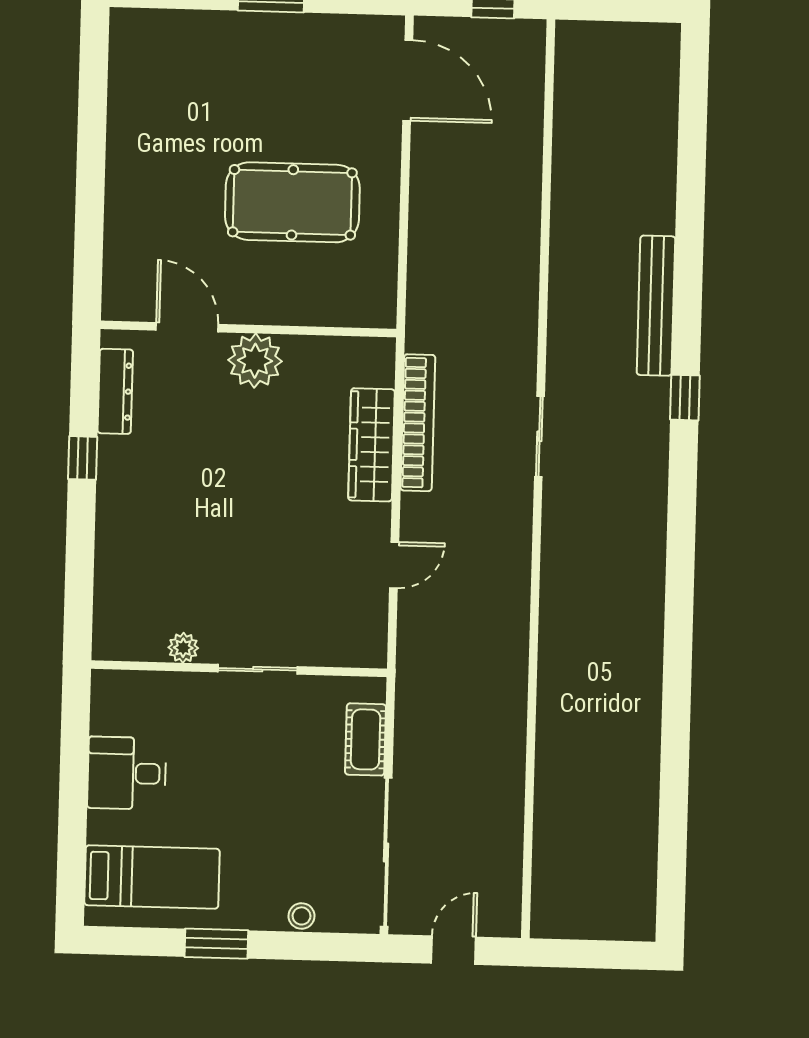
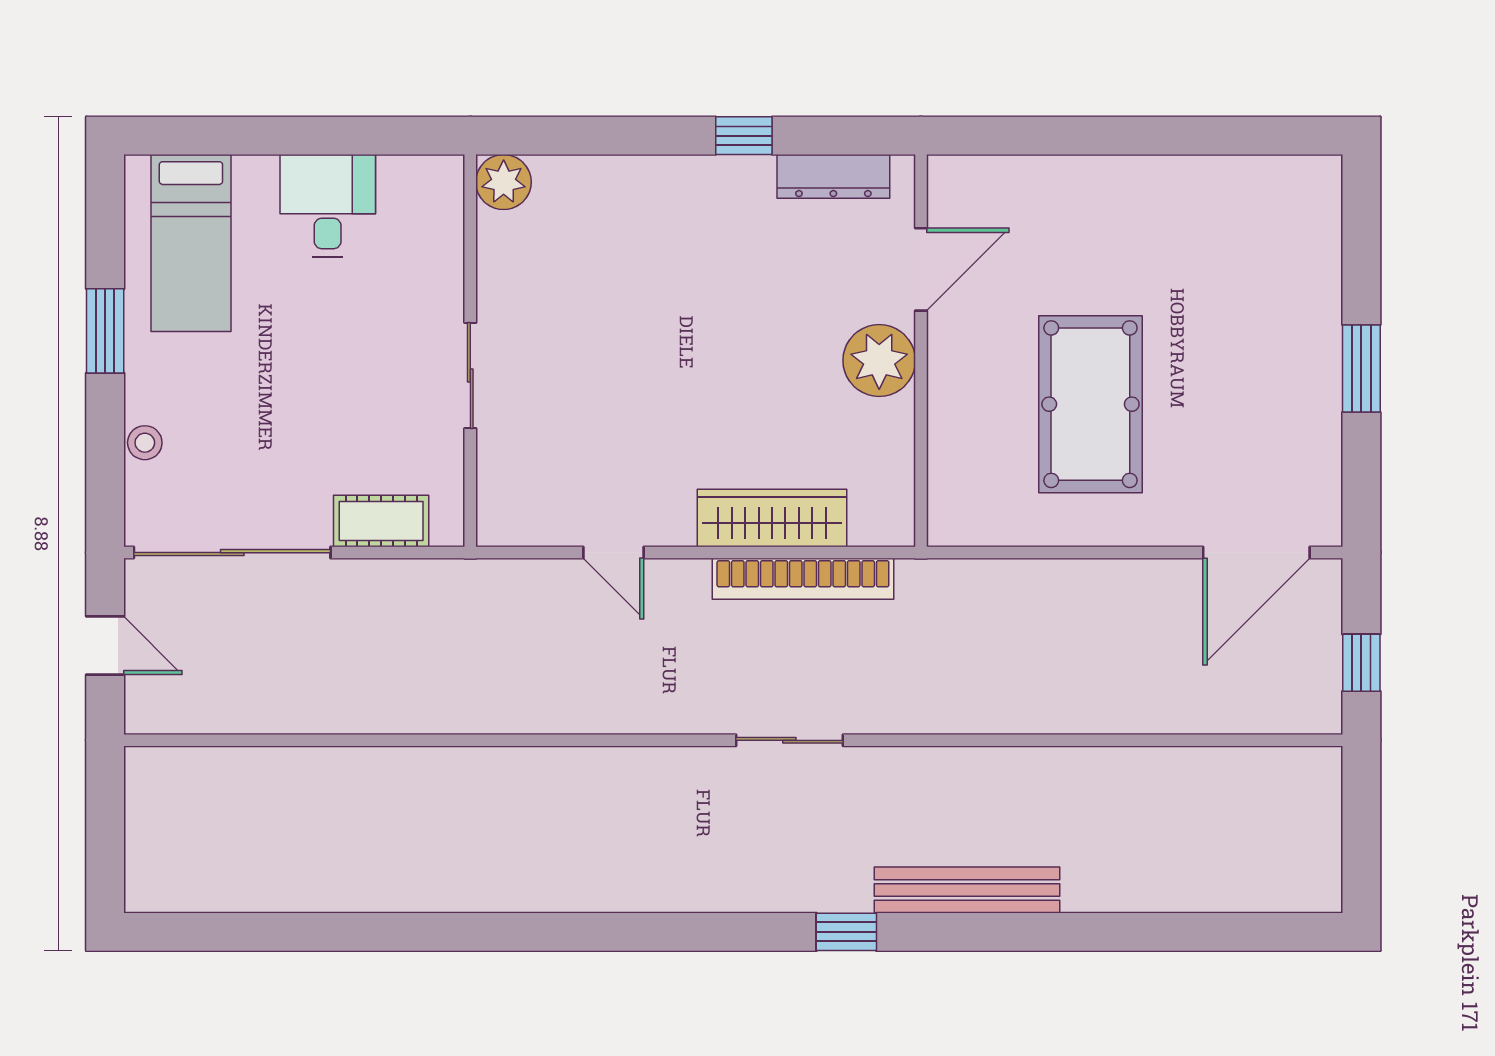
plant: (183, 648) -> (504, 182), moved, width x1.38, depth x1.38

